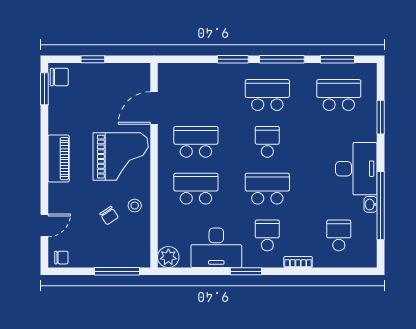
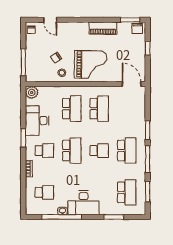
door: (154, 108) -> (132, 84), moved
grand piano: (121, 157) -> (91, 64), turned -89
piano: (59, 159) -> (103, 28), moved

